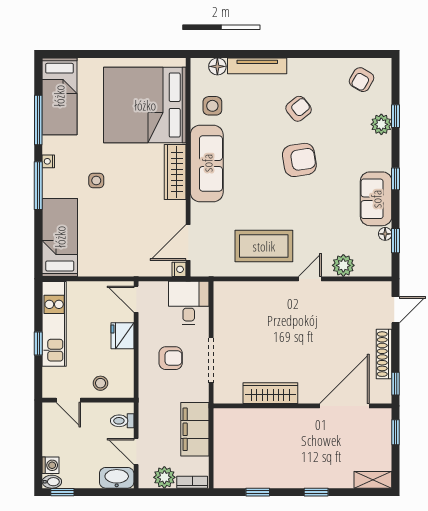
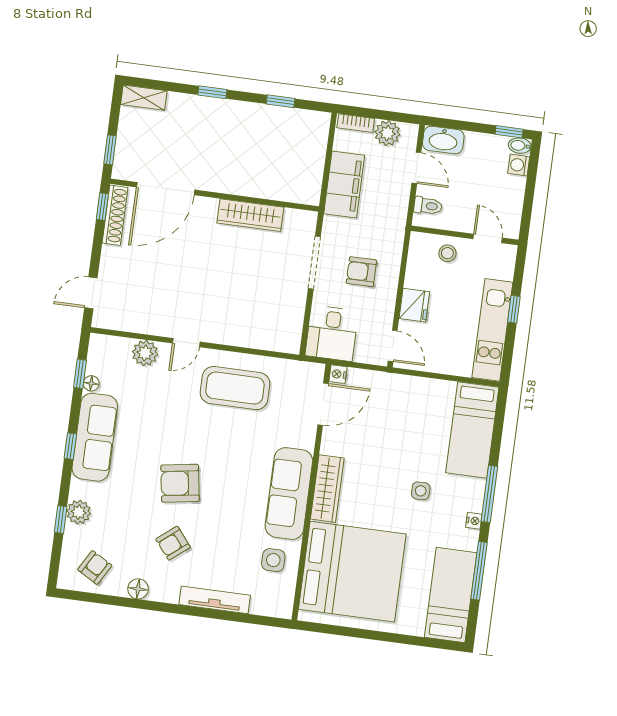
floor lamp: (217, 66) -> (138, 589), moved
sofa: (376, 199) -> (95, 437), width x1.36
shoe rack: (384, 354) -> (115, 215), moved

